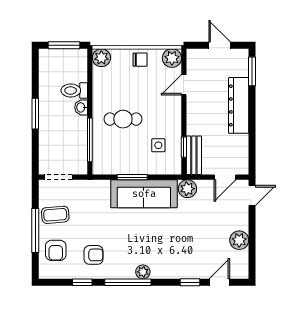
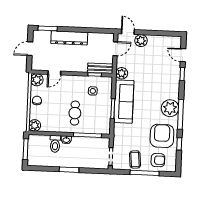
door: (184, 85) -> (54, 73), hinge flipped
door: (225, 177) -> (115, 49), hinge flipped
plant: (239, 240) -> (141, 41), moved
armchair: (93, 255) -> (162, 136), width x1.88, depth x1.88
plant: (143, 272) -> (170, 108), width x1.88, depth x1.88

